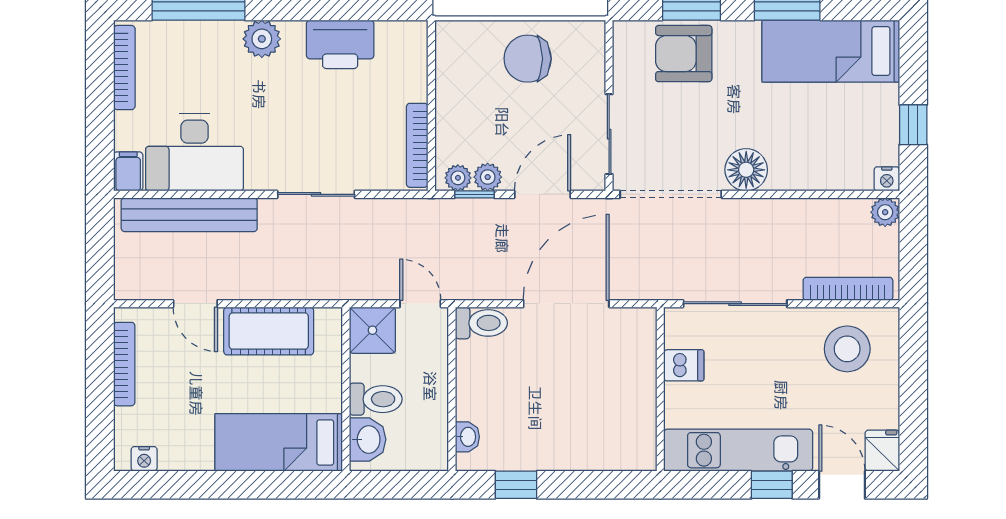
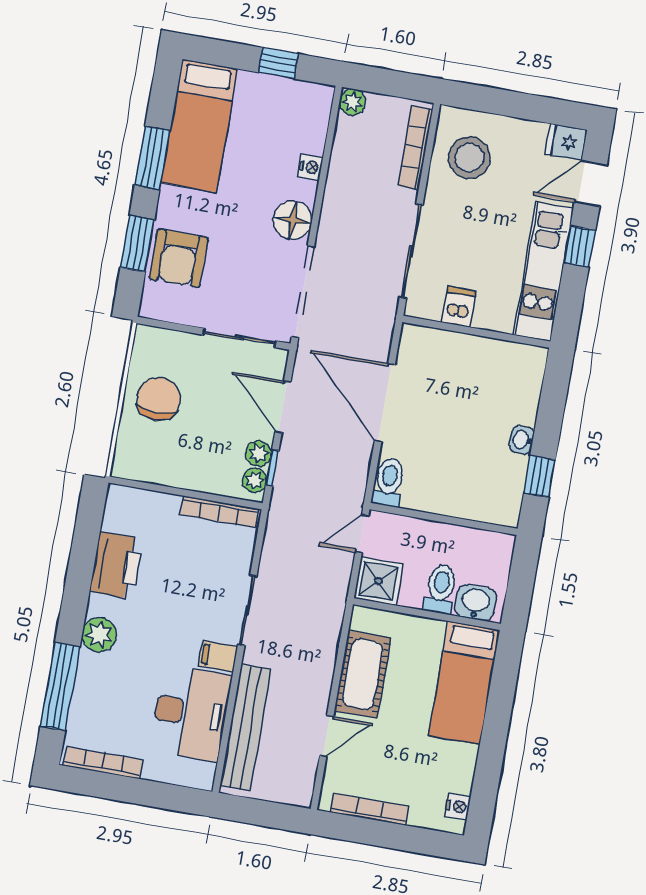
chair: (528, 59) -> (159, 399), turned 180
filing cabinet: (128, 171) -> (218, 656), moved
nightstand: (887, 179) -> (310, 167), moved
washbasin: (467, 437) -> (522, 440), moved, turned -90

